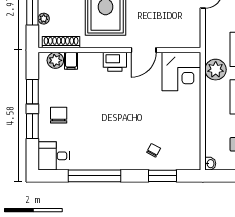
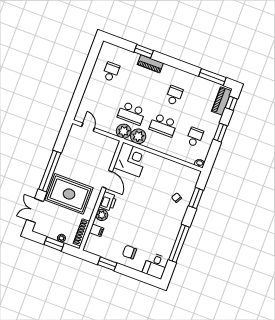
plant: (215, 48) -> (124, 131), added
plant: (55, 60) -> (102, 215), moved
window: (32, 126) -> (130, 272), removed

